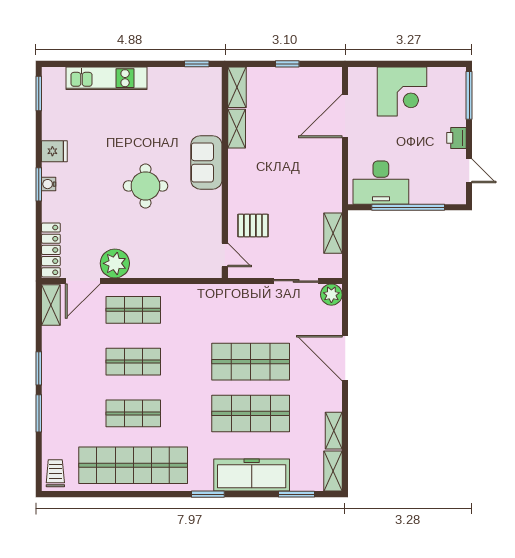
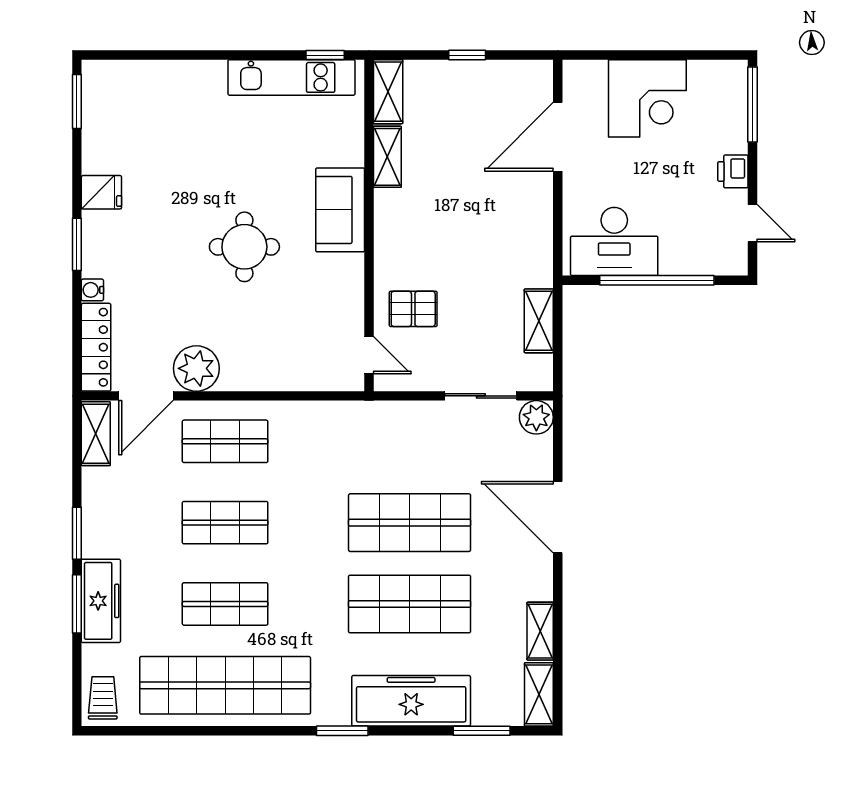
kitchen unit: (107, 78) -> (291, 77), moved
water cooler: (49, 184) -> (92, 290), moved
freezer: (54, 411) -> (101, 601), added

